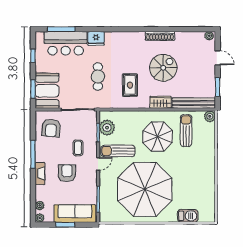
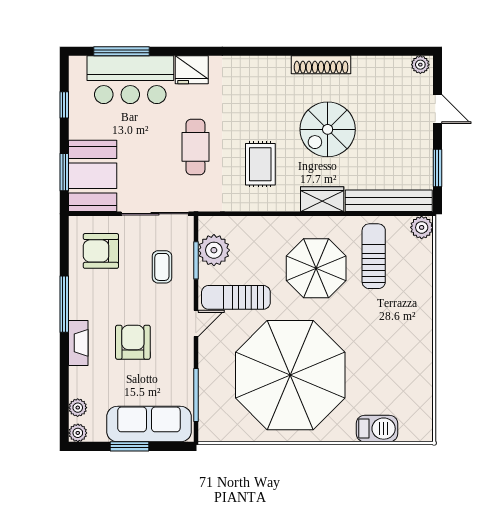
spiral stairs: (163, 68) -> (328, 129), turned 180
armchair: (51, 128) -> (101, 251), turned 85
coffee table: (78, 148) -> (162, 267), moved

